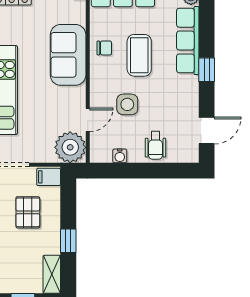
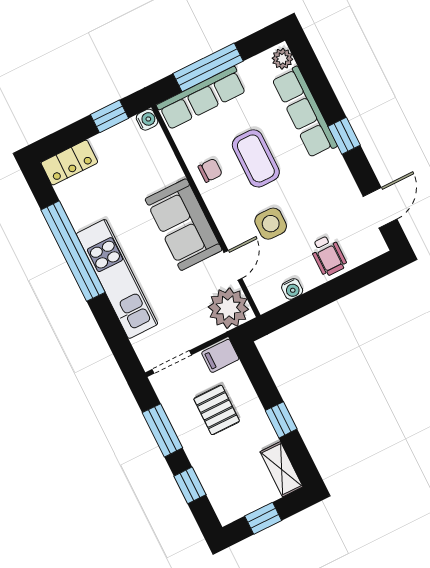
sofa: (68, 55) -> (184, 225), moved

